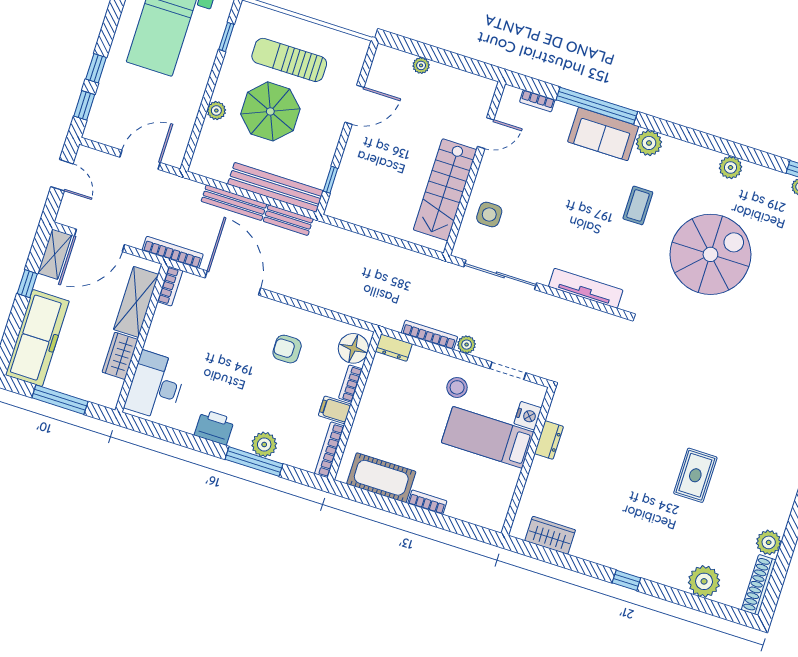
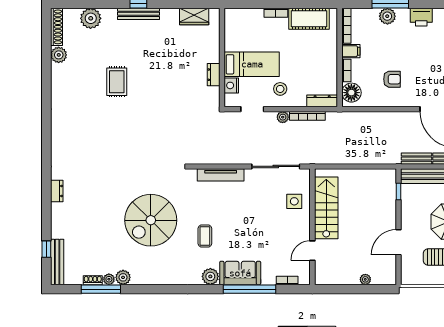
plant: (730, 167) -> (123, 277), moved
dresser: (394, 348) -> (322, 101), width x1.44
bench: (631, 565) -> (138, 14), added

